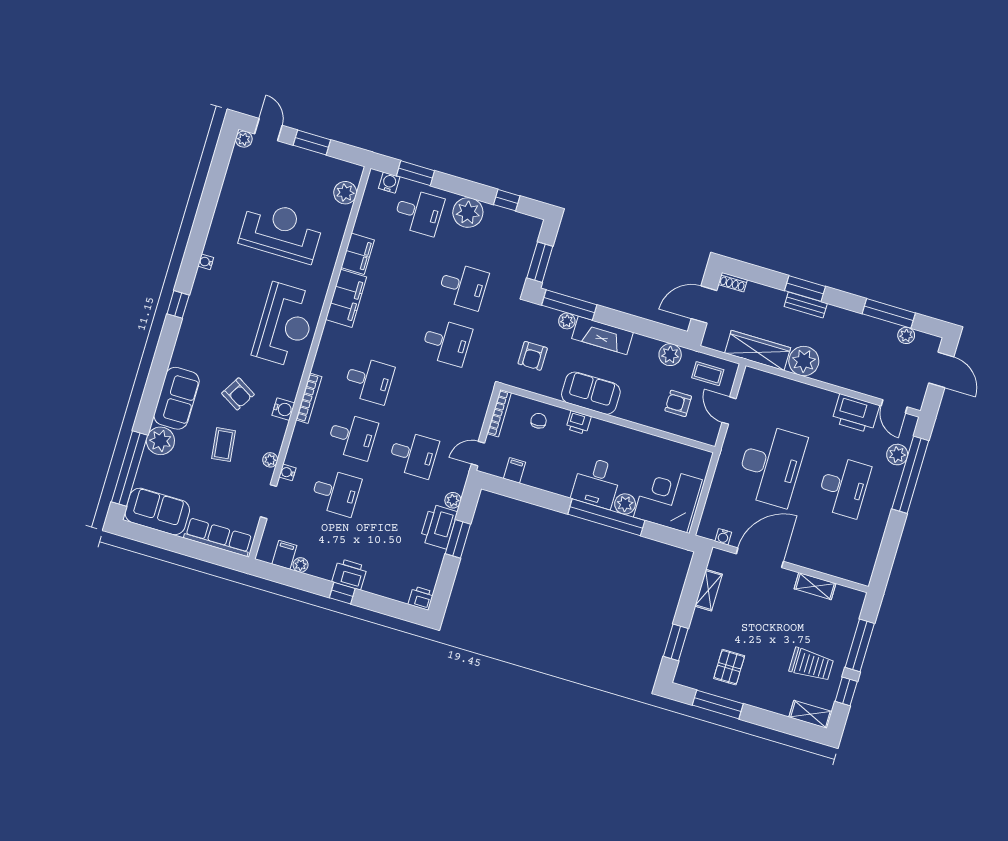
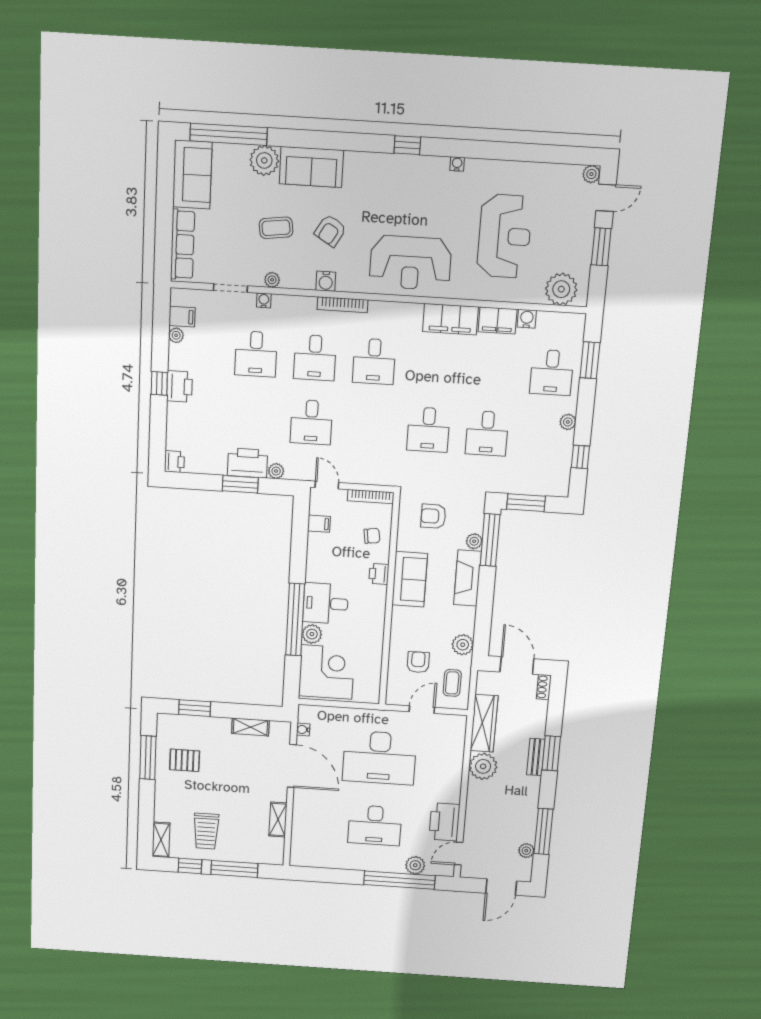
water cooler: (389, 183) -> (527, 319), moved, turned -90
plant: (345, 193) -> (561, 289), width x1.36, depth x1.36
plant: (468, 213) -> (568, 422), width x0.53, depth x0.53

